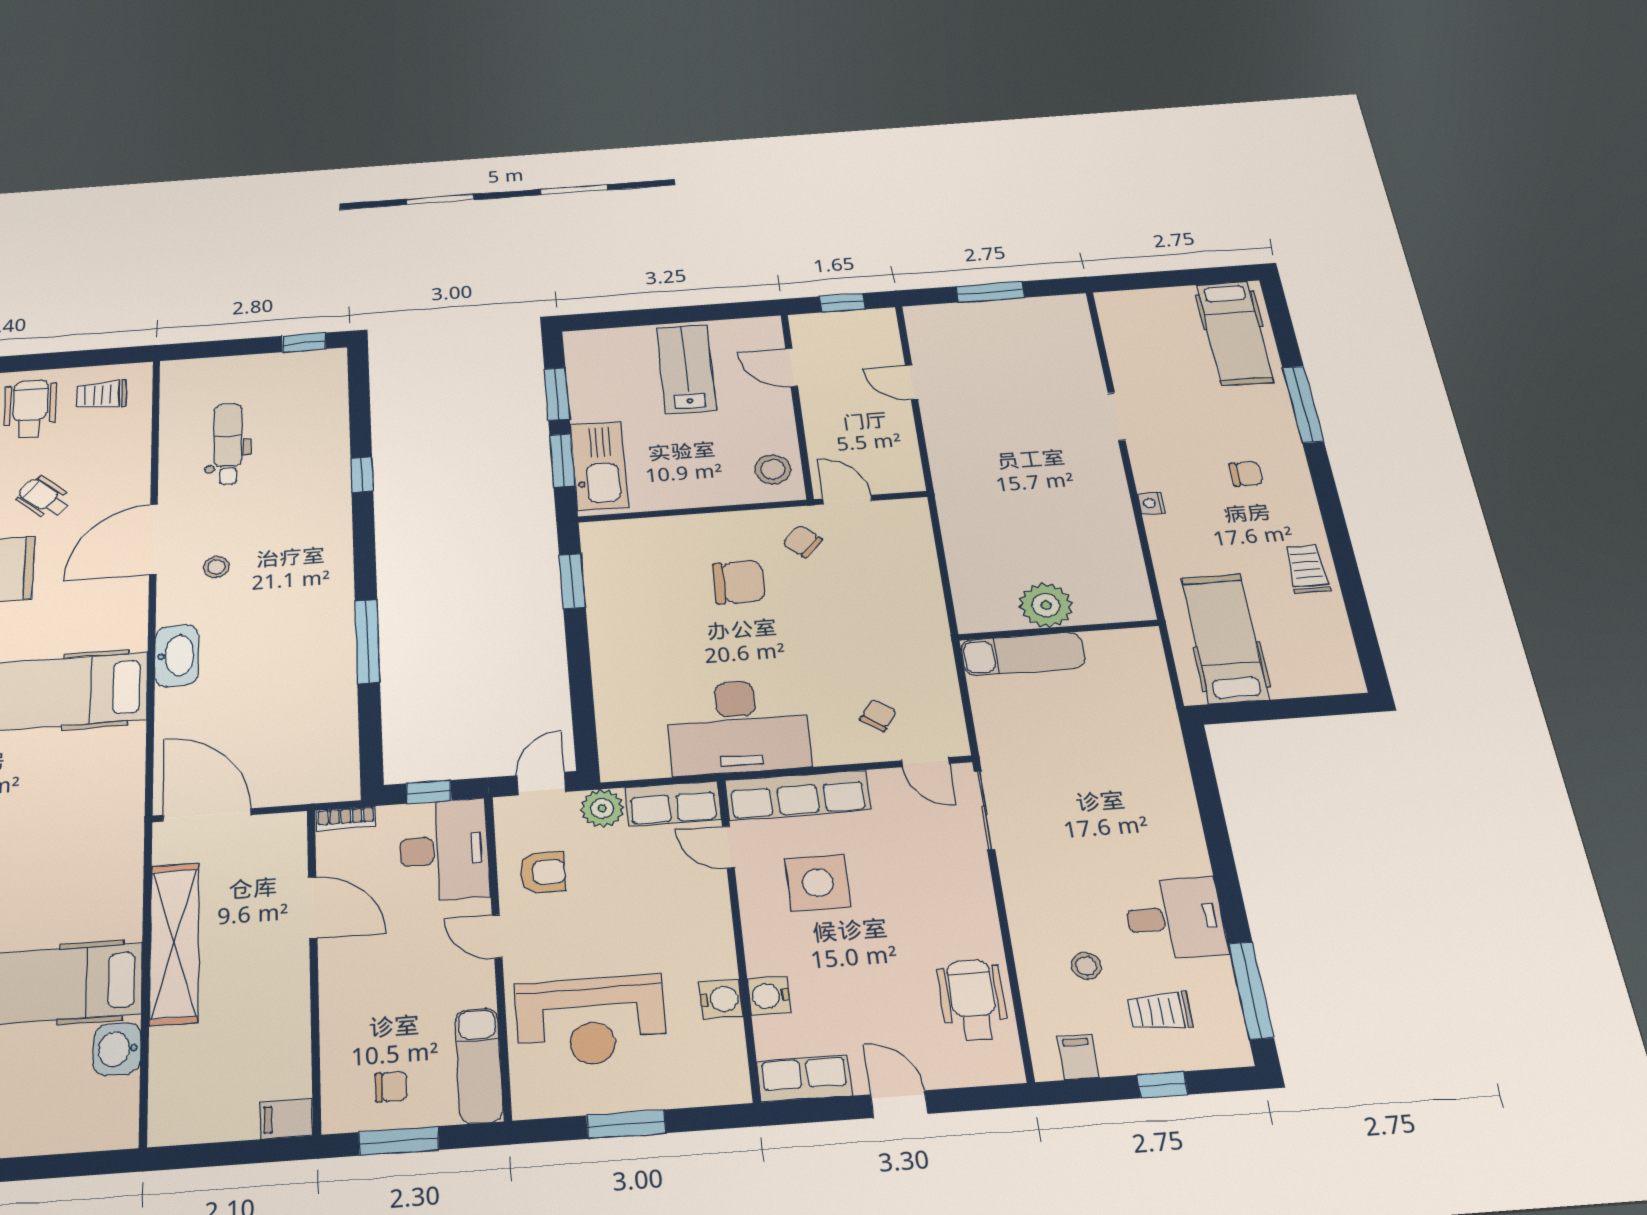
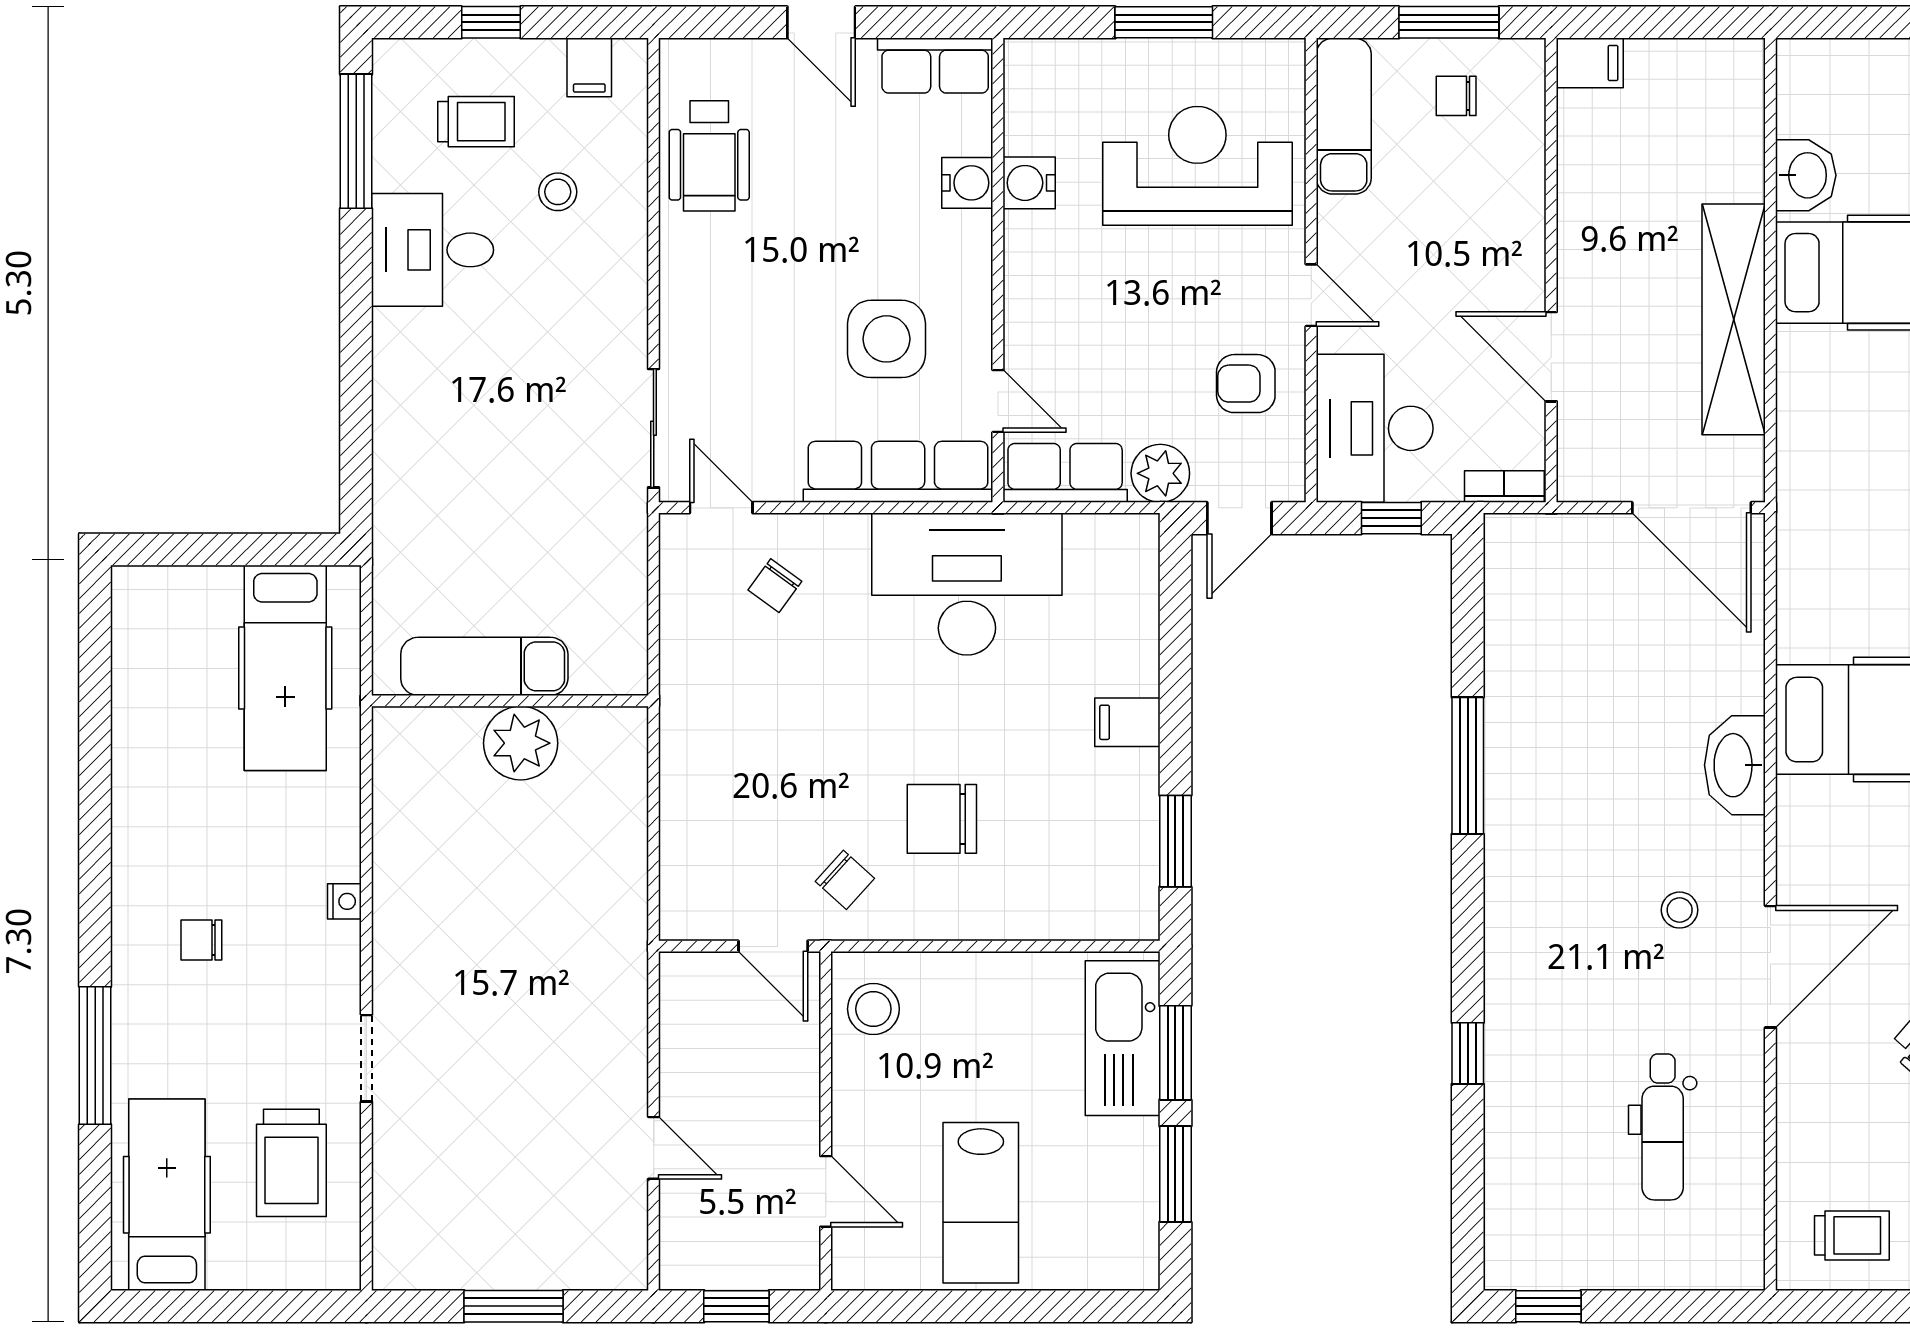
trolley: (1307, 569) -> (291, 1163), moved, width x1.36, depth x1.39
filing cabinet: (613, 650) -> (1127, 722), added
exam couch: (1023, 654) -> (484, 666), moved

